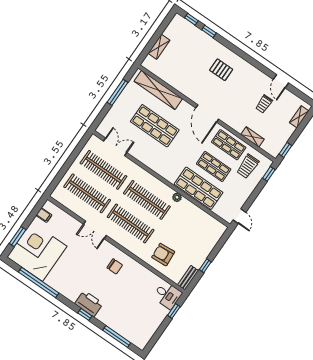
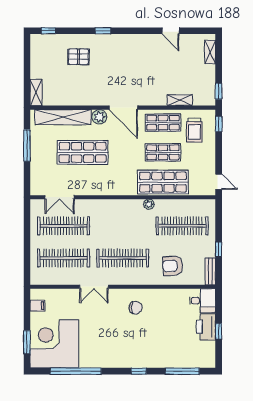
window: (209, 31) -> (103, 31), moved
shelving: (159, 47) -> (36, 93), moved
pallet: (221, 70) -> (78, 57), moved
trolley: (264, 104) -> (169, 63), removed
plant: (185, 108) -> (99, 117), added
double door: (115, 147) -> (60, 197), swing flipped
clothes rail: (147, 200) -> (182, 226), moved
printer: (89, 304) -> (206, 327), moved, turned -90
window: (174, 311) -> (219, 331), moved

